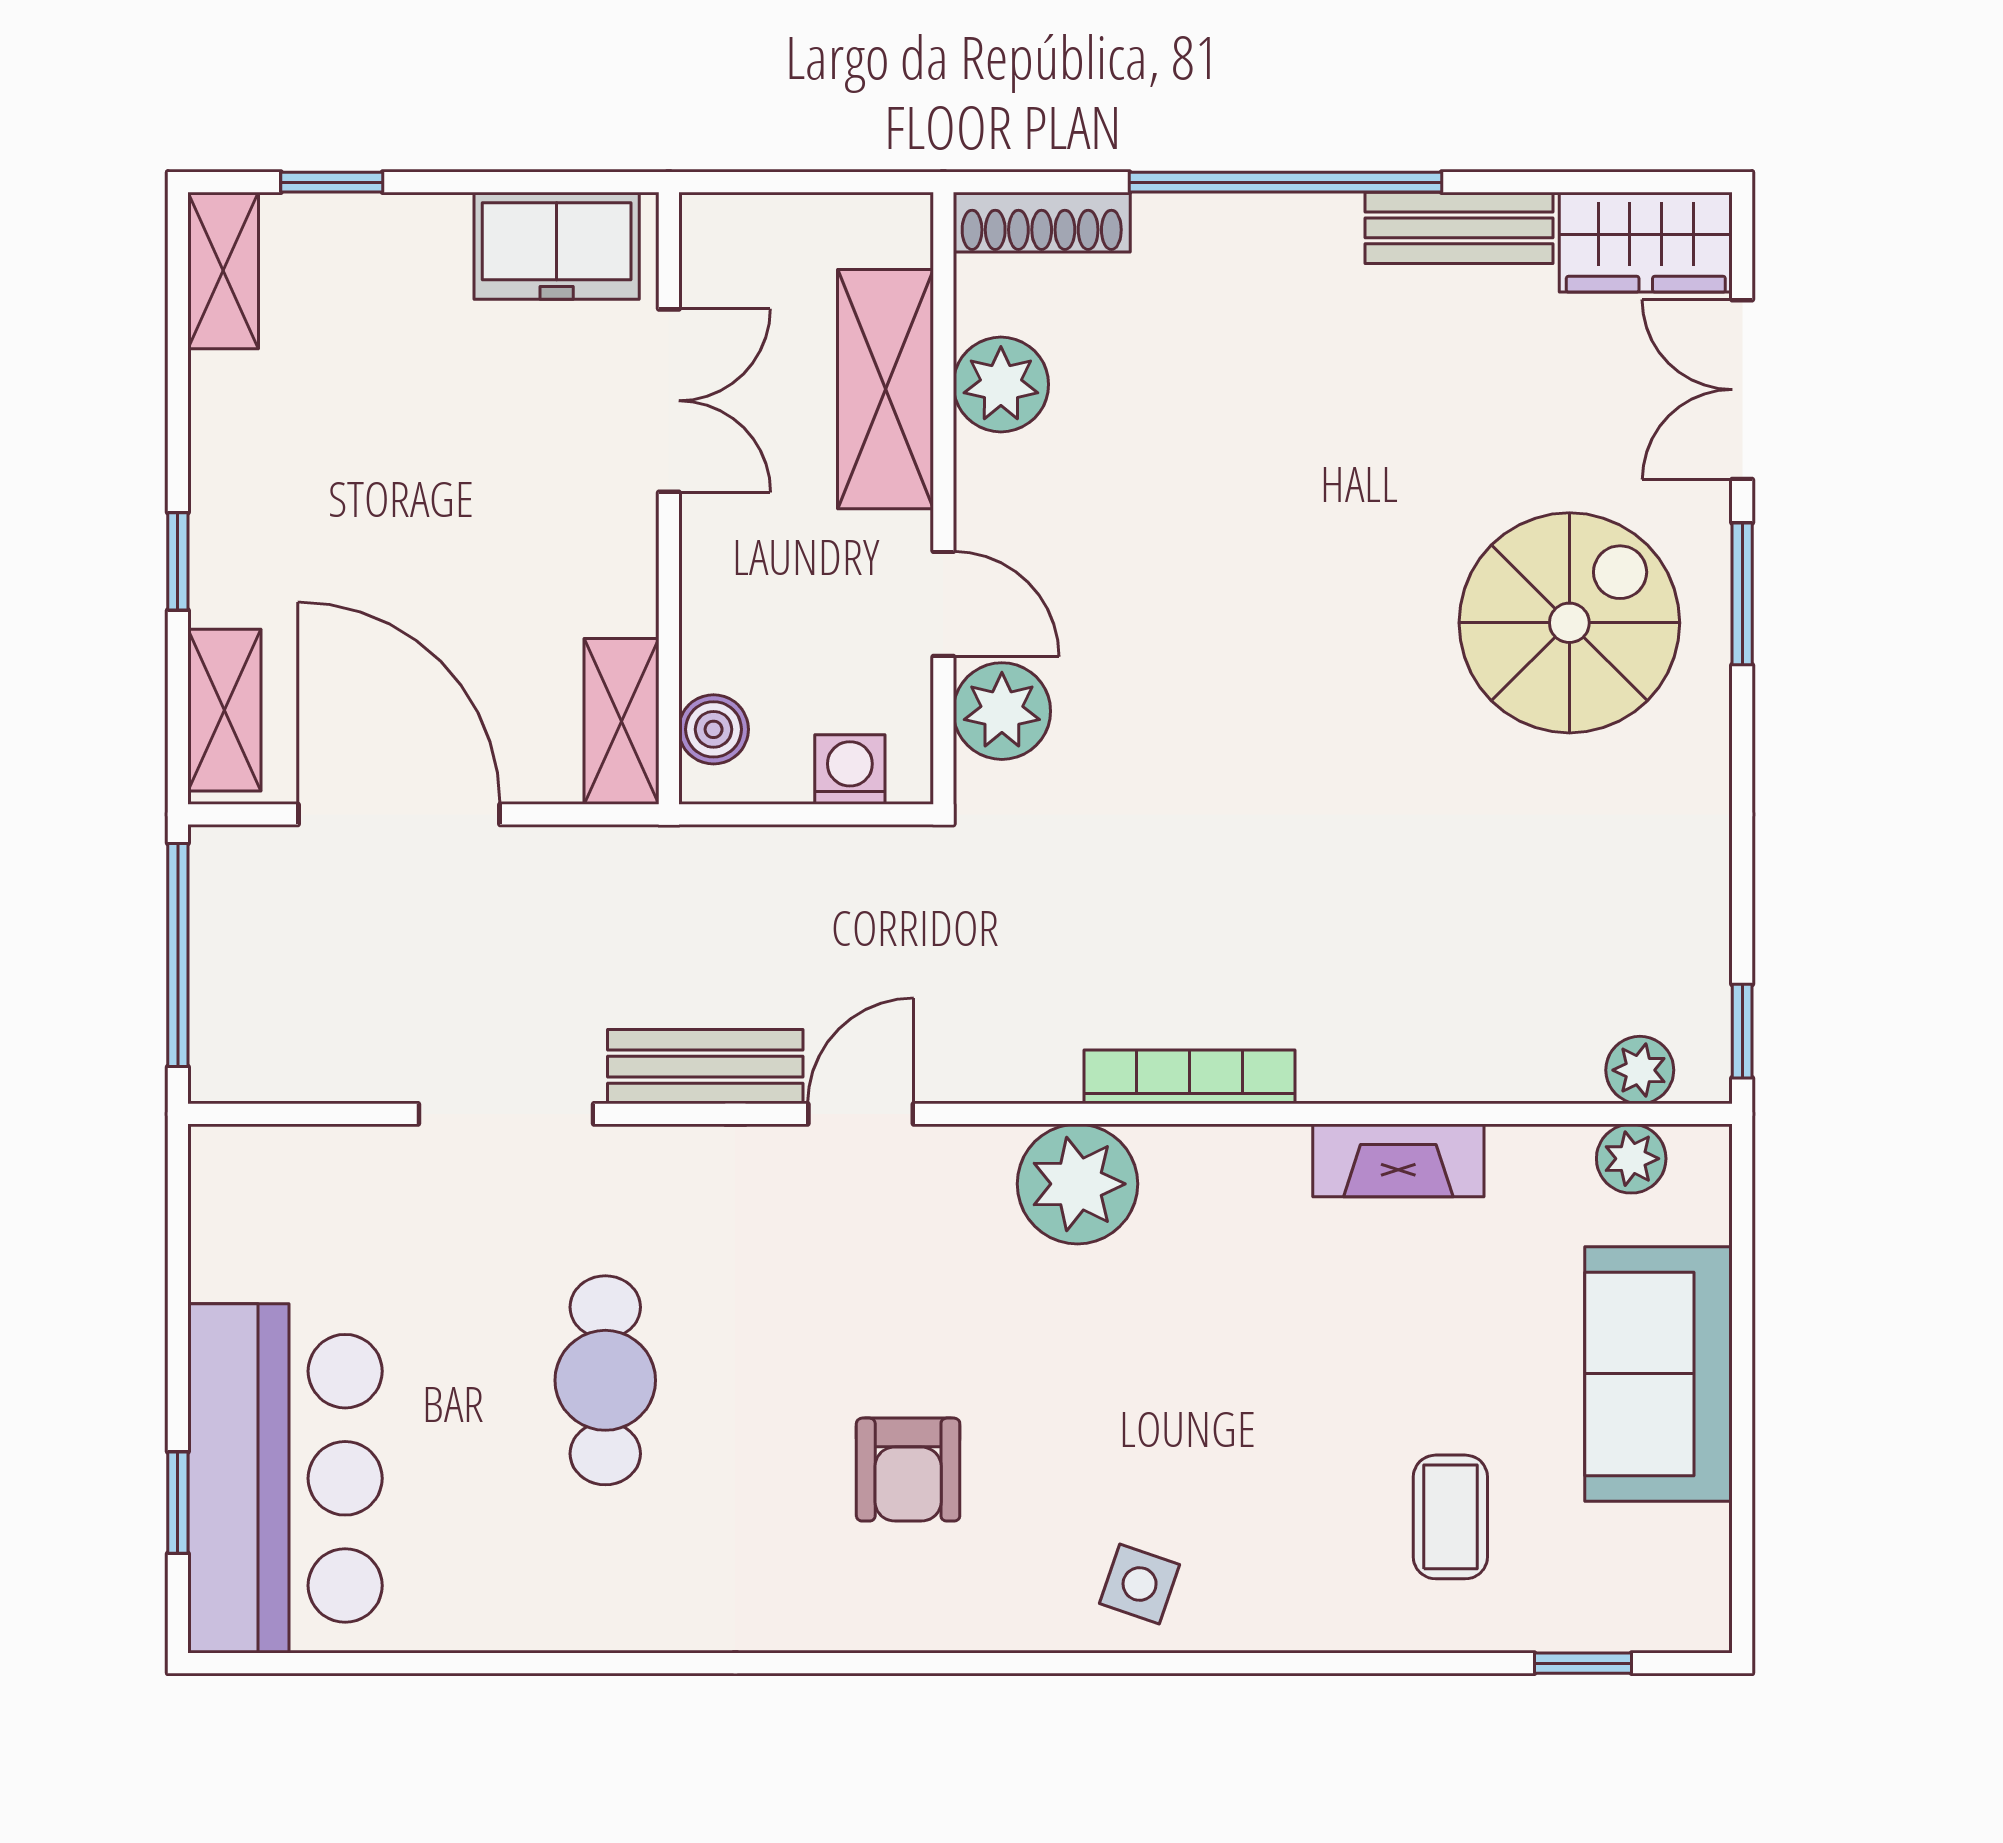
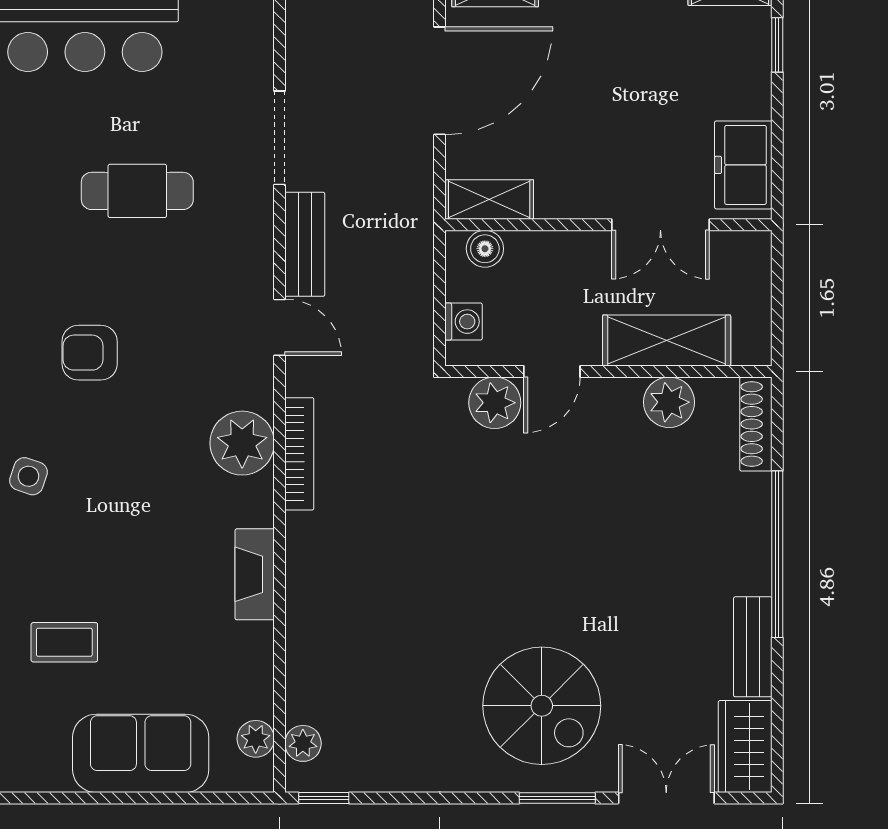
bookcase: (1189, 1077) -> (299, 454), moved
fireplace: (1398, 1160) -> (255, 574), moved

